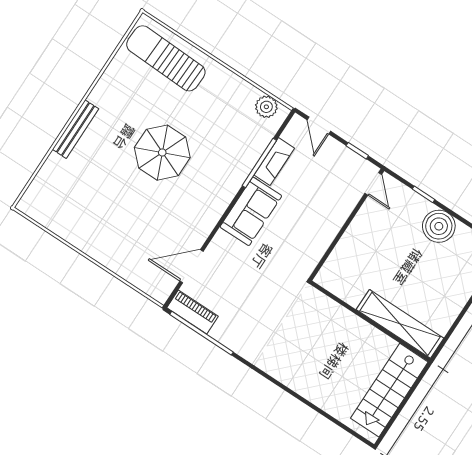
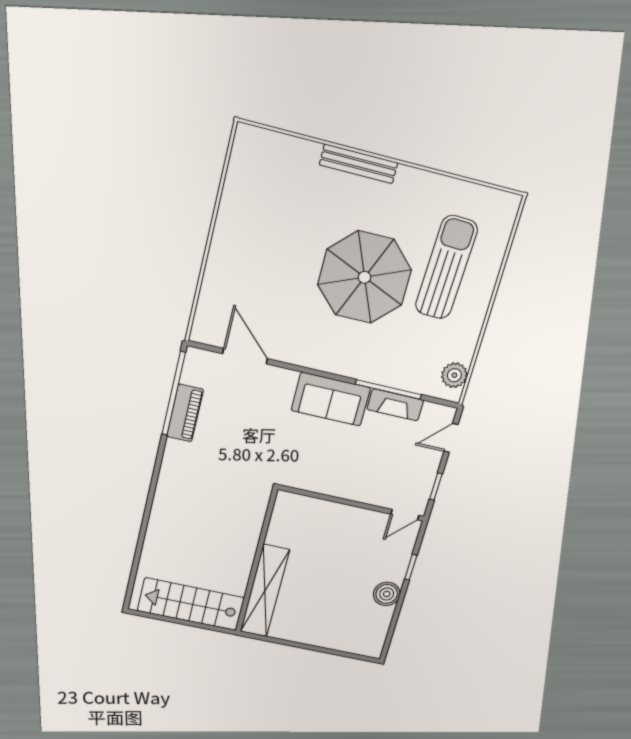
sun lounger: (166, 58) -> (446, 268), moved
parasol: (162, 153) -> (364, 277), width x1.36, depth x1.36
boiler: (439, 226) -> (387, 594), width x0.73, depth x0.73
piano: (192, 312) -> (185, 413), moved

